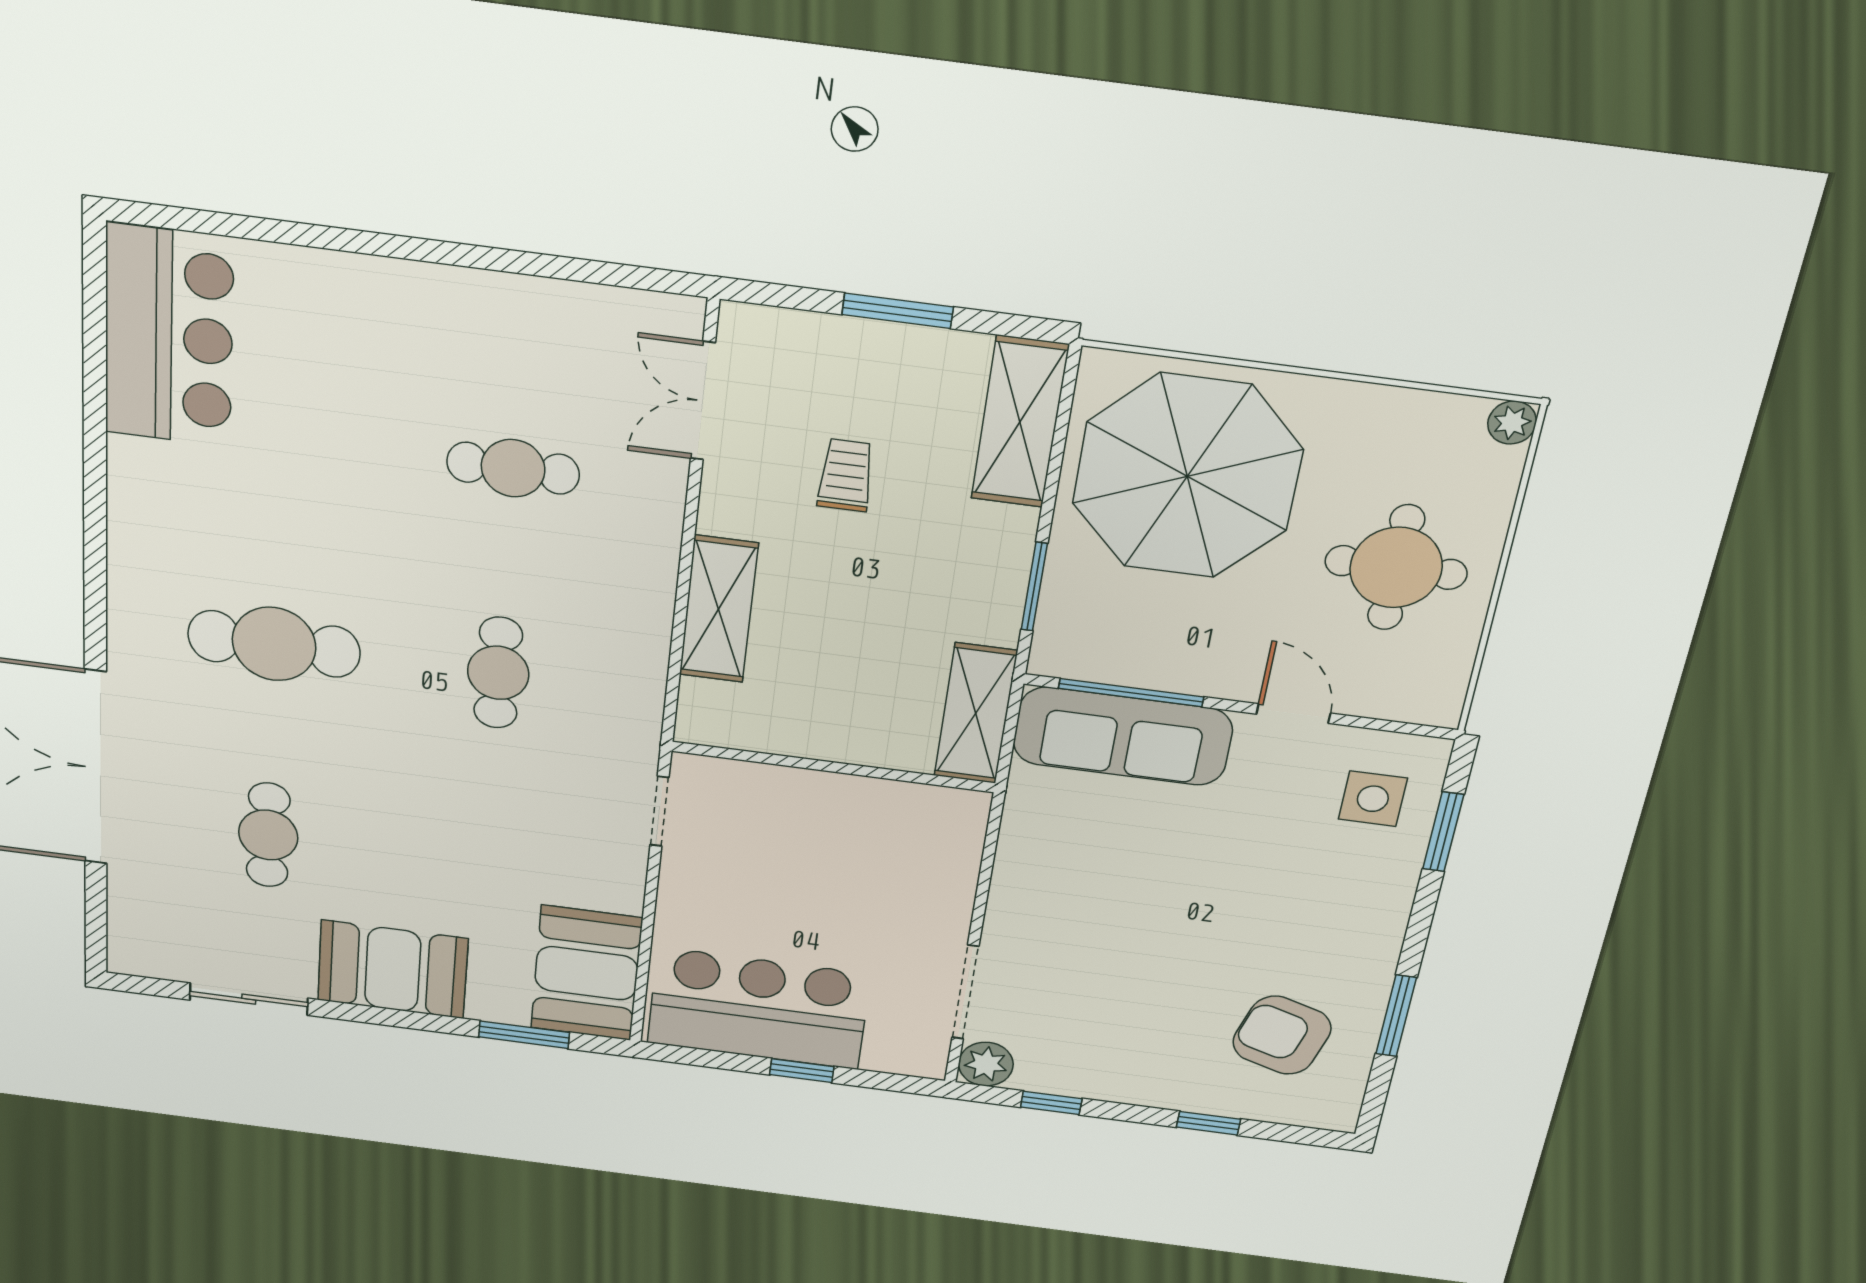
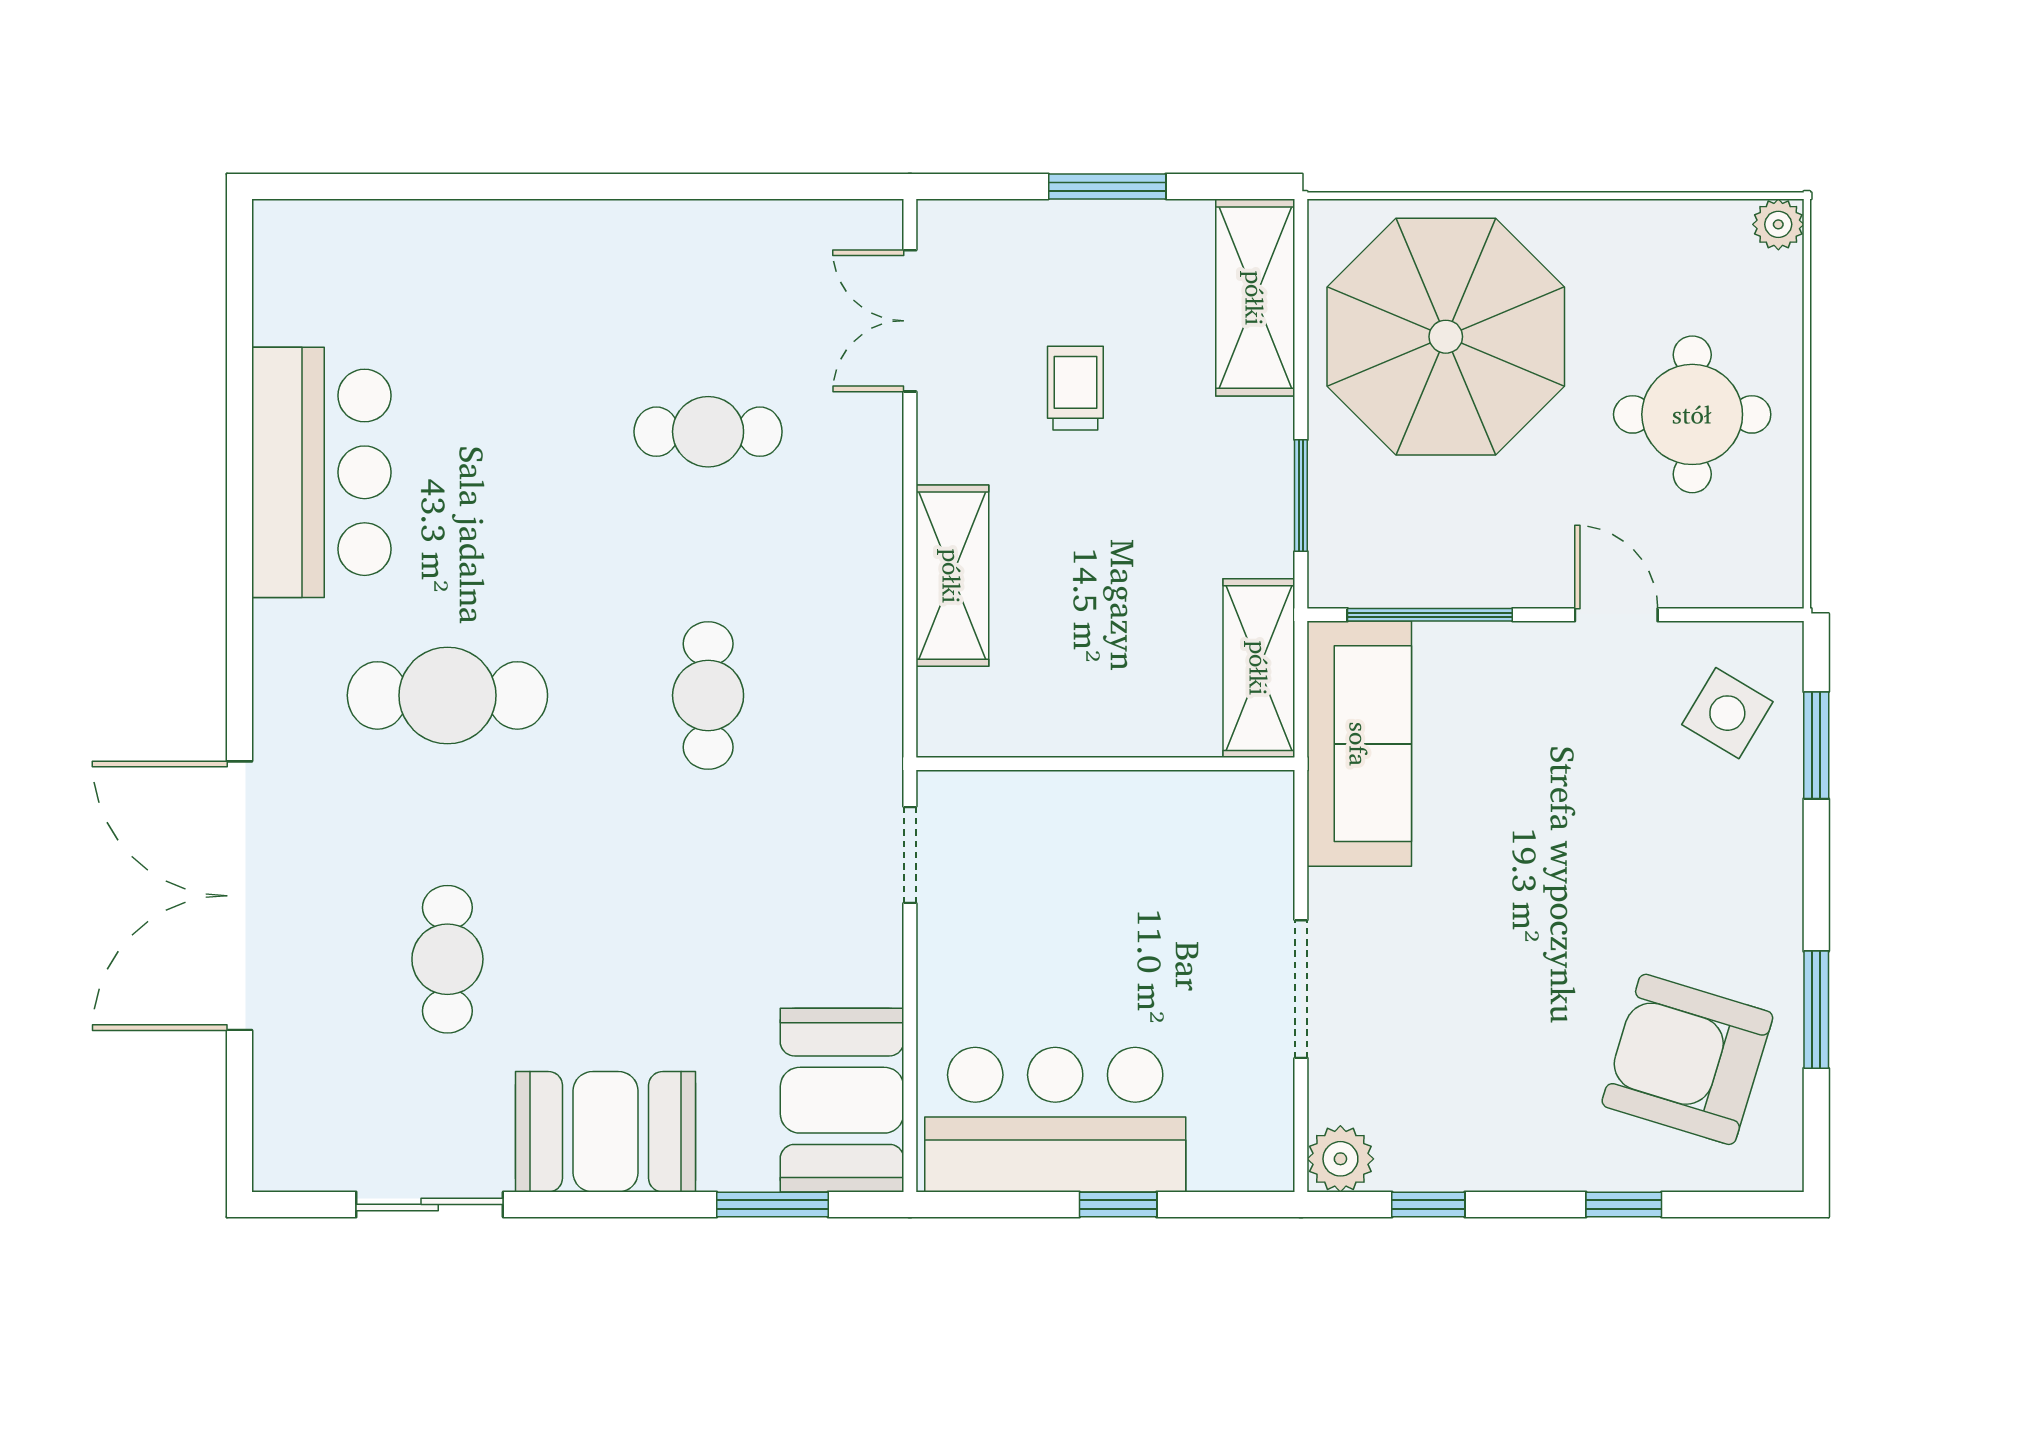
bar counter: (169, 336) -> (321, 472), moved
sofa: (1123, 736) -> (1359, 744), moved, turned -90
side table: (1373, 799) -> (1727, 713), turned 31
doorway: (965, 992) -> (1301, 989), moved
armchair: (1282, 1035) -> (1687, 1059), width x1.36, depth x1.36

